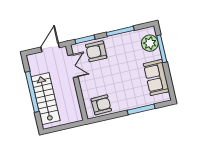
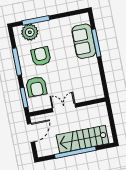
door: (50, 47) -> (31, 133), swing flipped
double door: (73, 66) -> (64, 108), moved
sofa: (156, 78) -> (84, 41), moved, turned 90
armchair: (101, 105) -> (41, 56), moved

